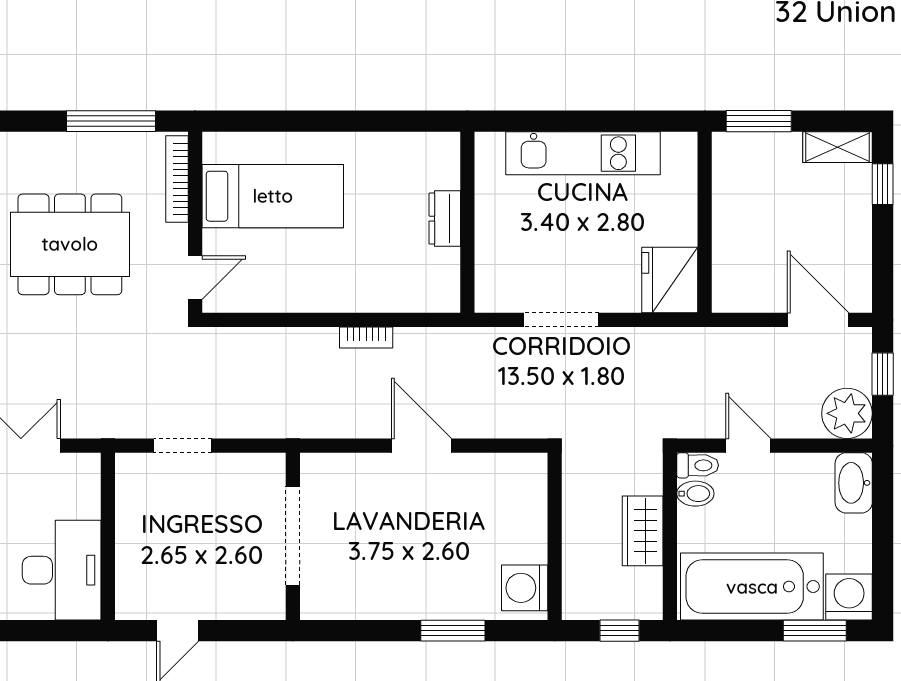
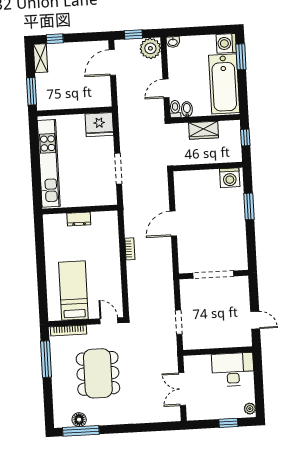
kitchen unit: (583, 153) -> (49, 163), width x1.36
washbasin: (854, 483) -> (173, 42), width x0.52, depth x0.69

